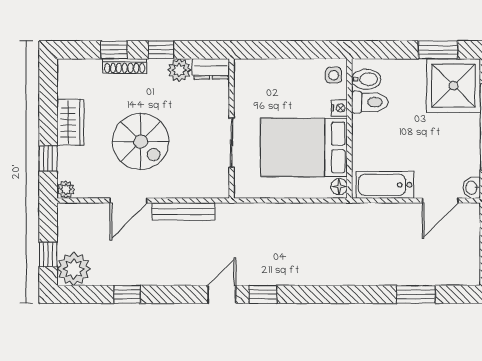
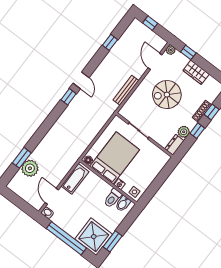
door: (128, 201) -> (155, 61), moved
plant: (74, 269) -> (30, 168), moved

